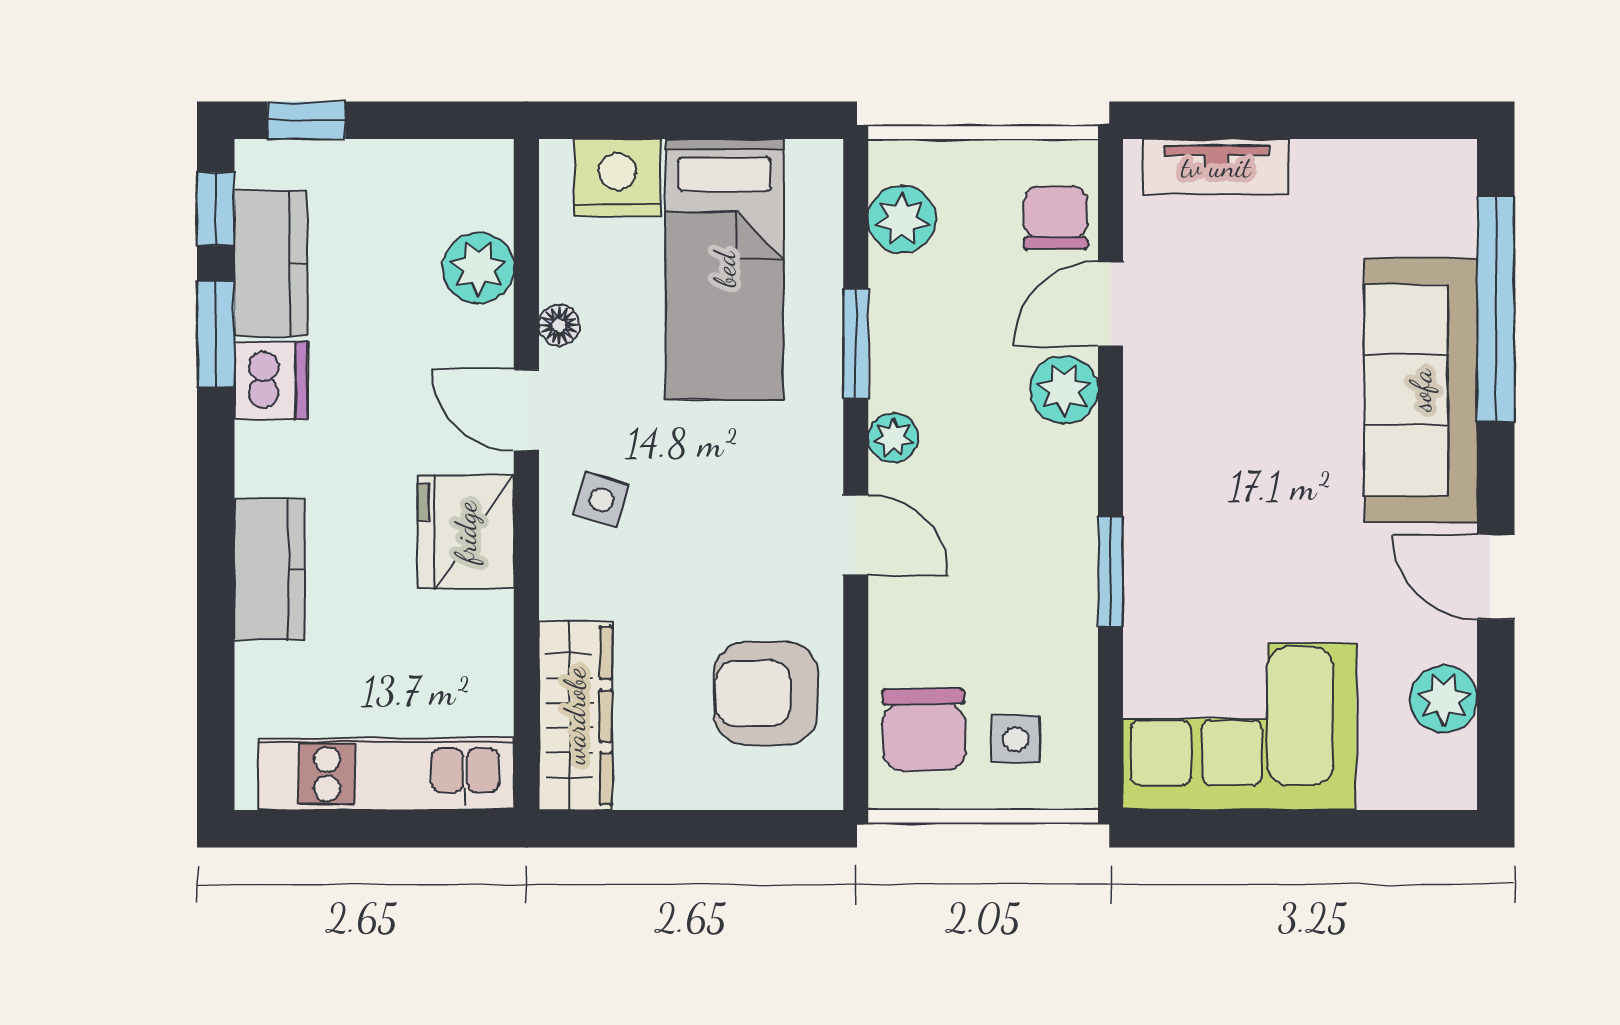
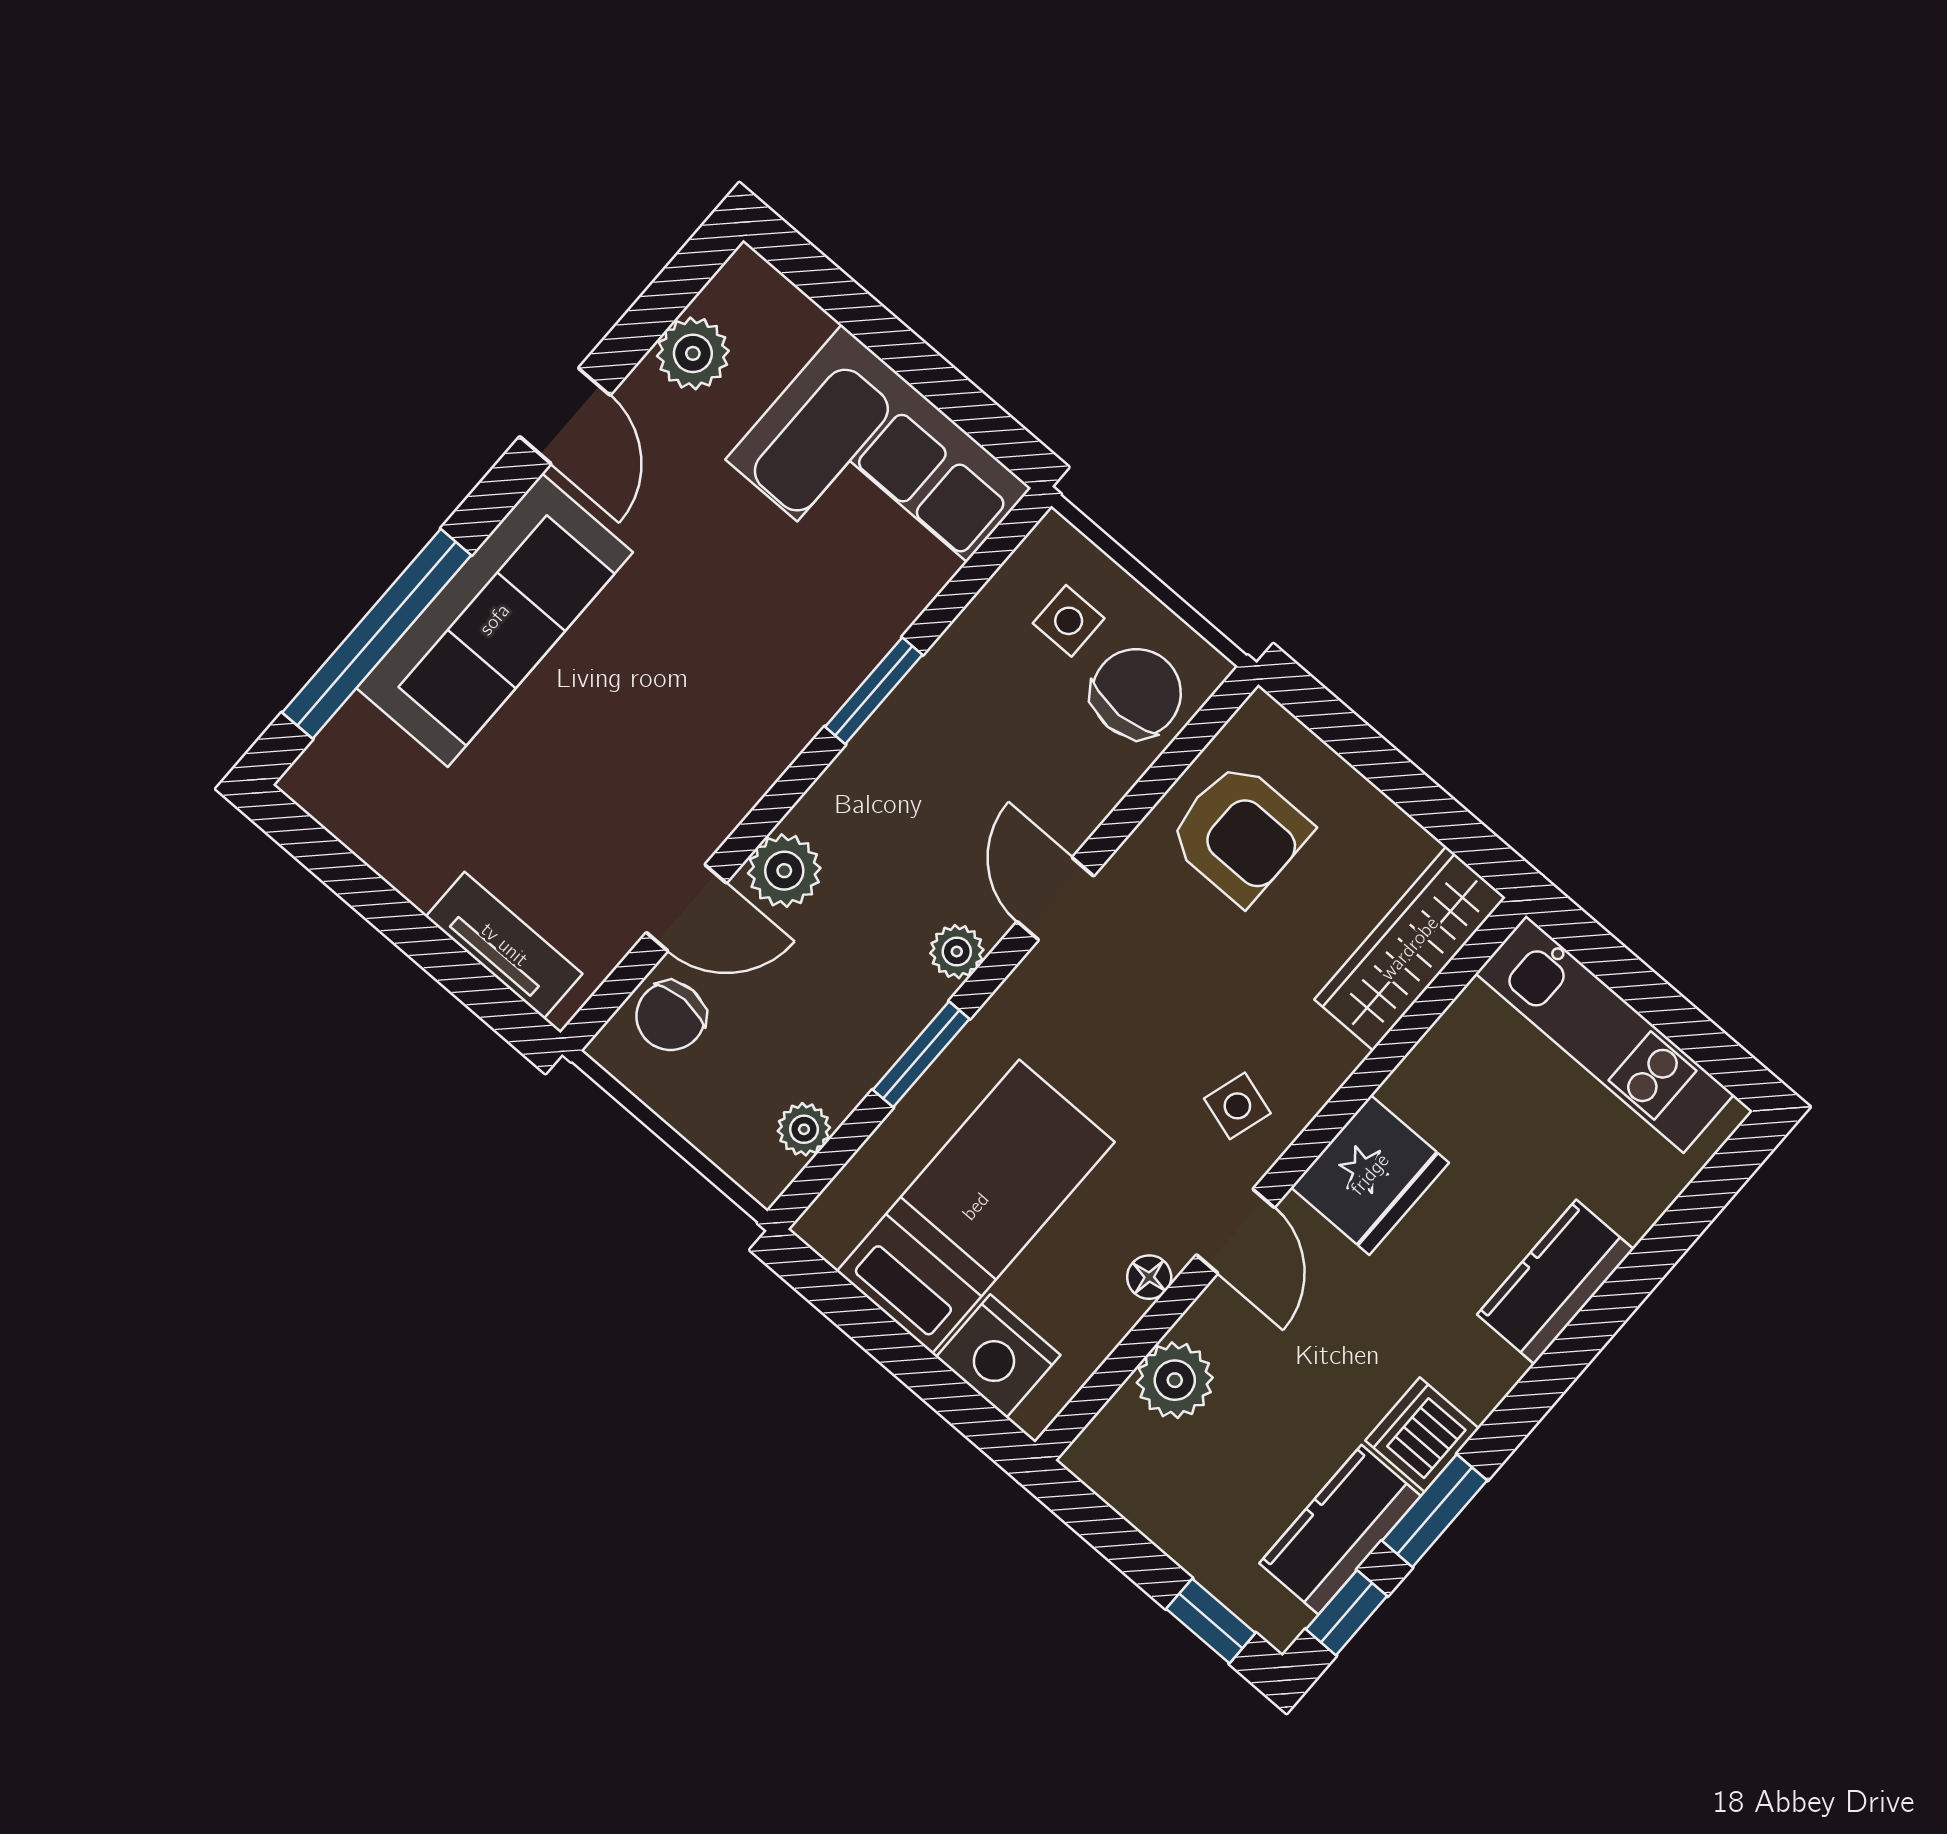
plant: (902, 219) -> (804, 1129), width x0.73, depth x0.73

